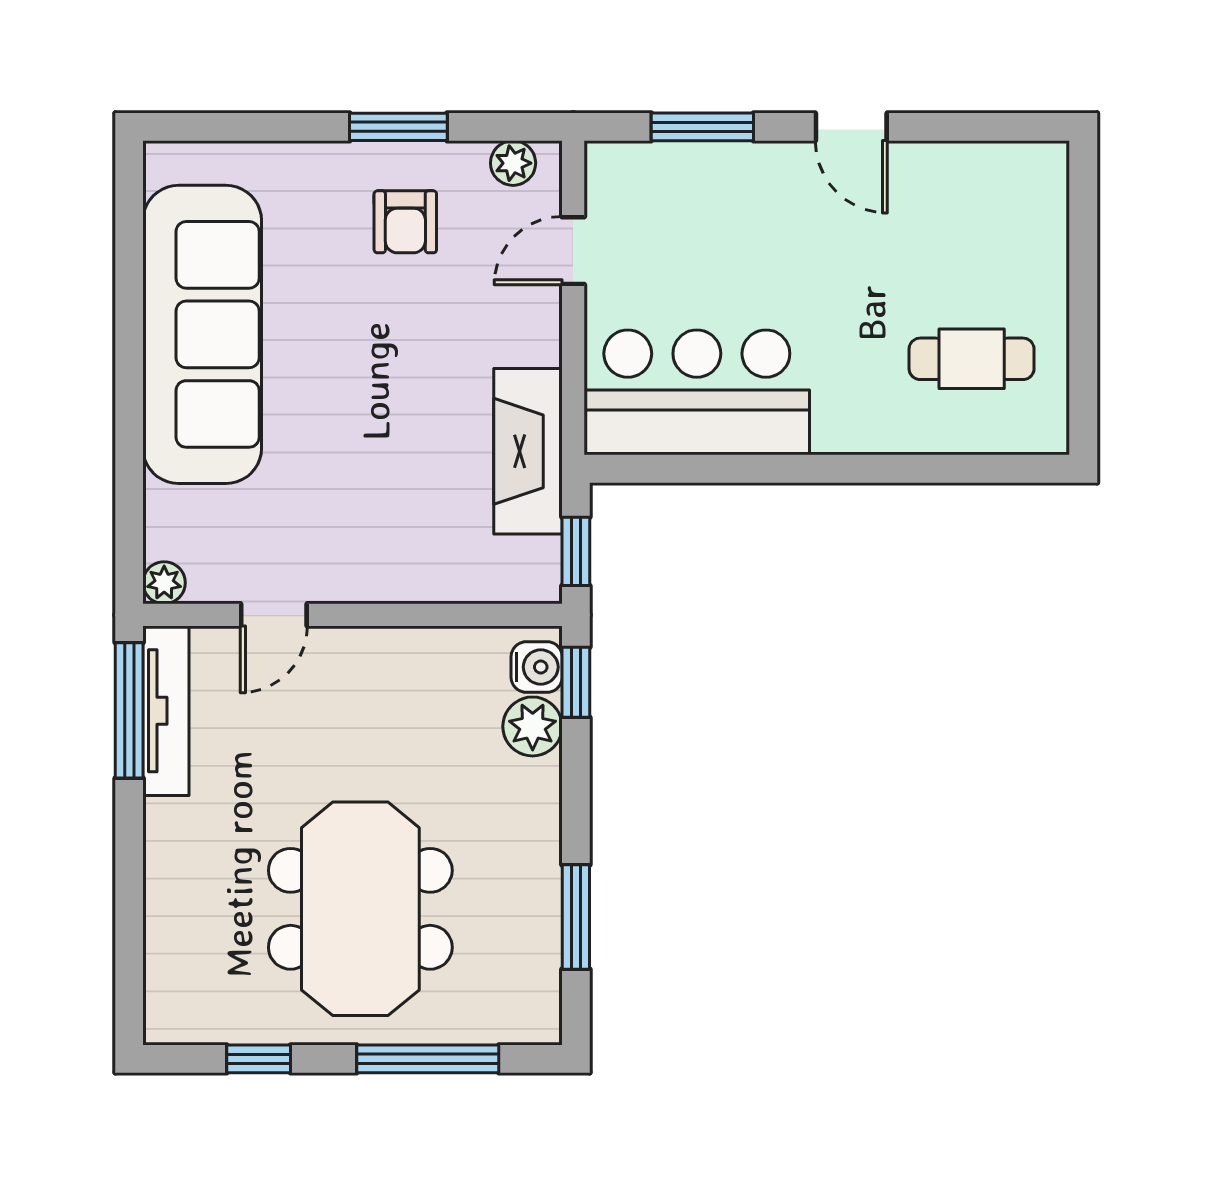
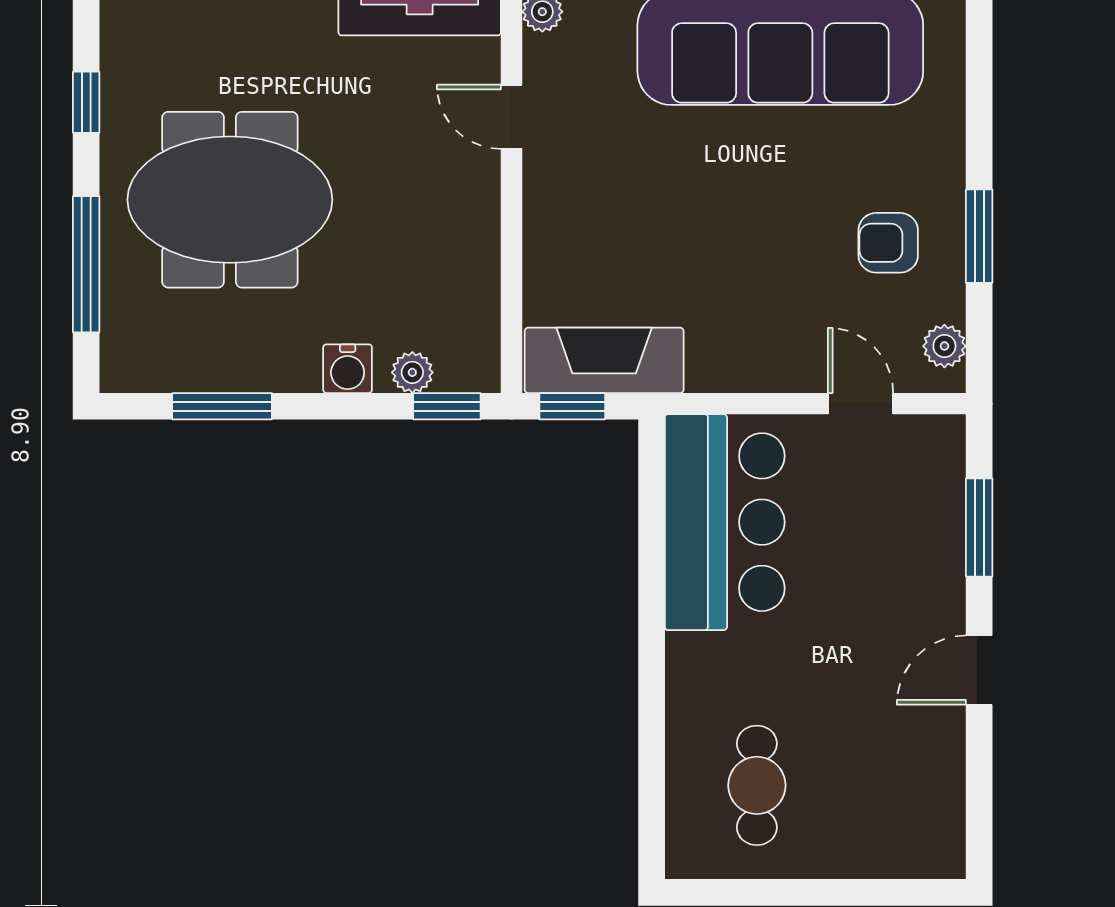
fireplace: (528, 451) -> (604, 360), moved
water cooler: (537, 667) -> (348, 369), moved
plant: (533, 726) -> (412, 372), width x0.73, depth x0.73

